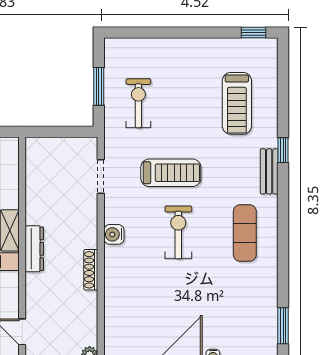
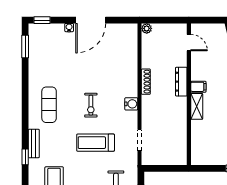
exercise bike: (178, 232) -> (91, 105), width x0.73, depth x0.72
dresser: (34, 249) -> (181, 82), moved

